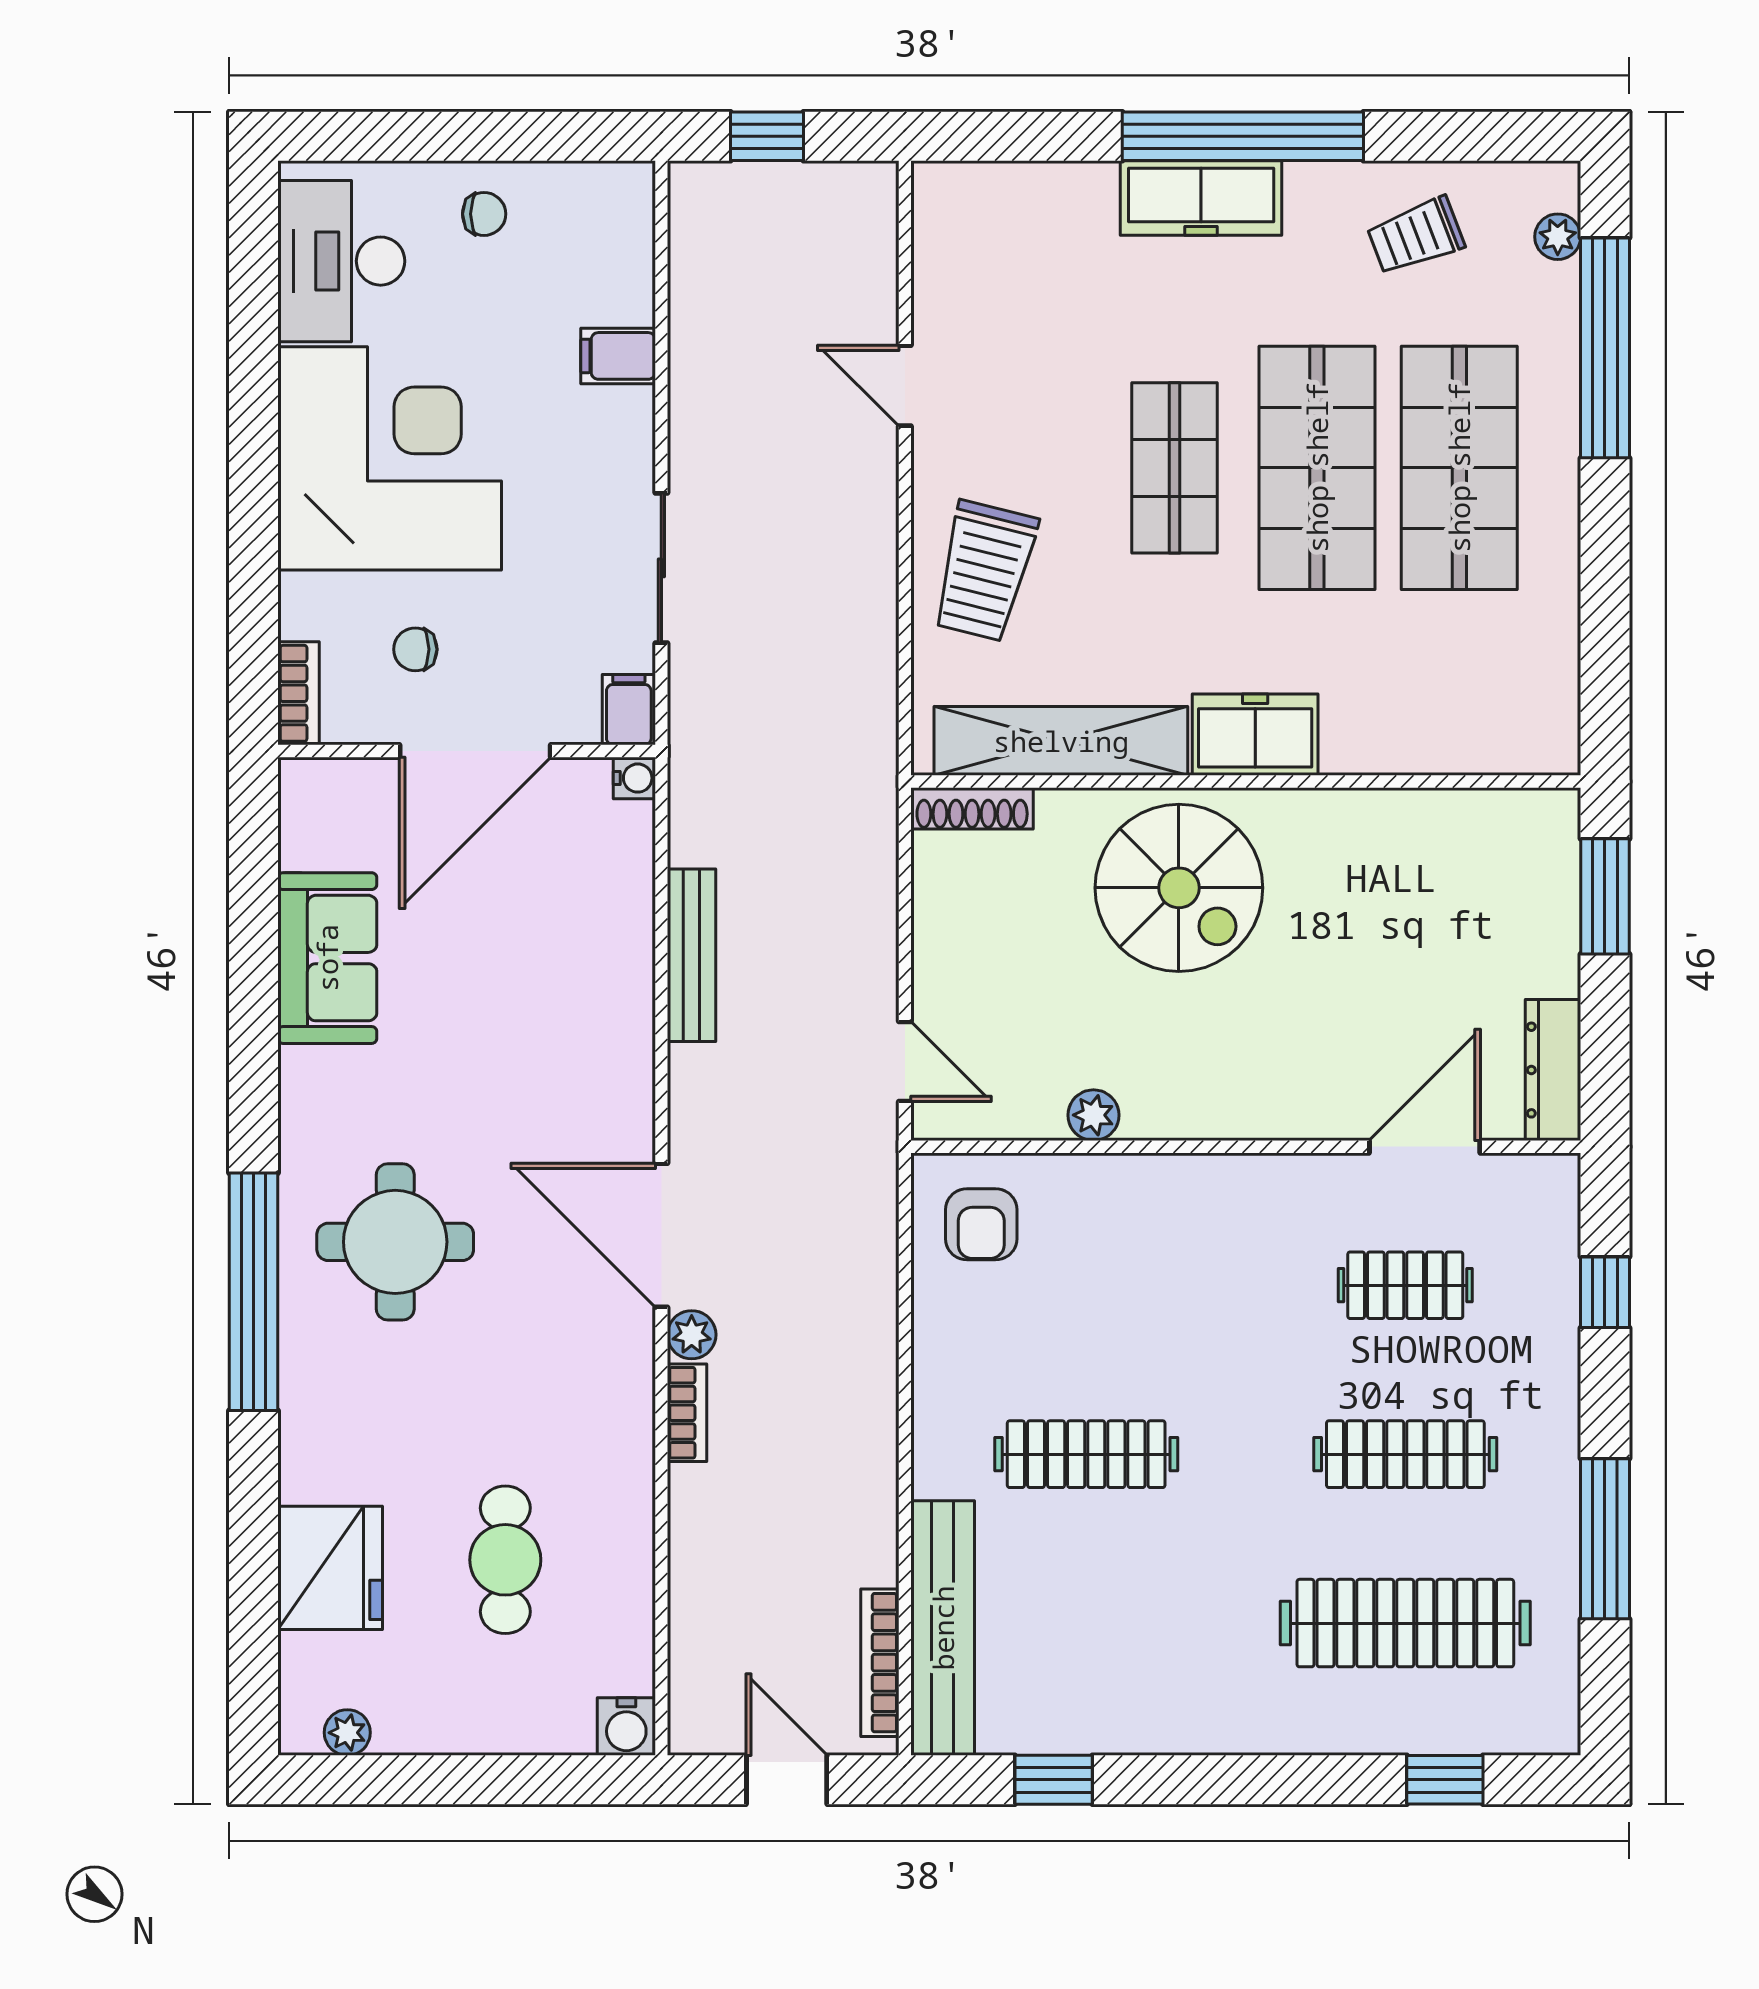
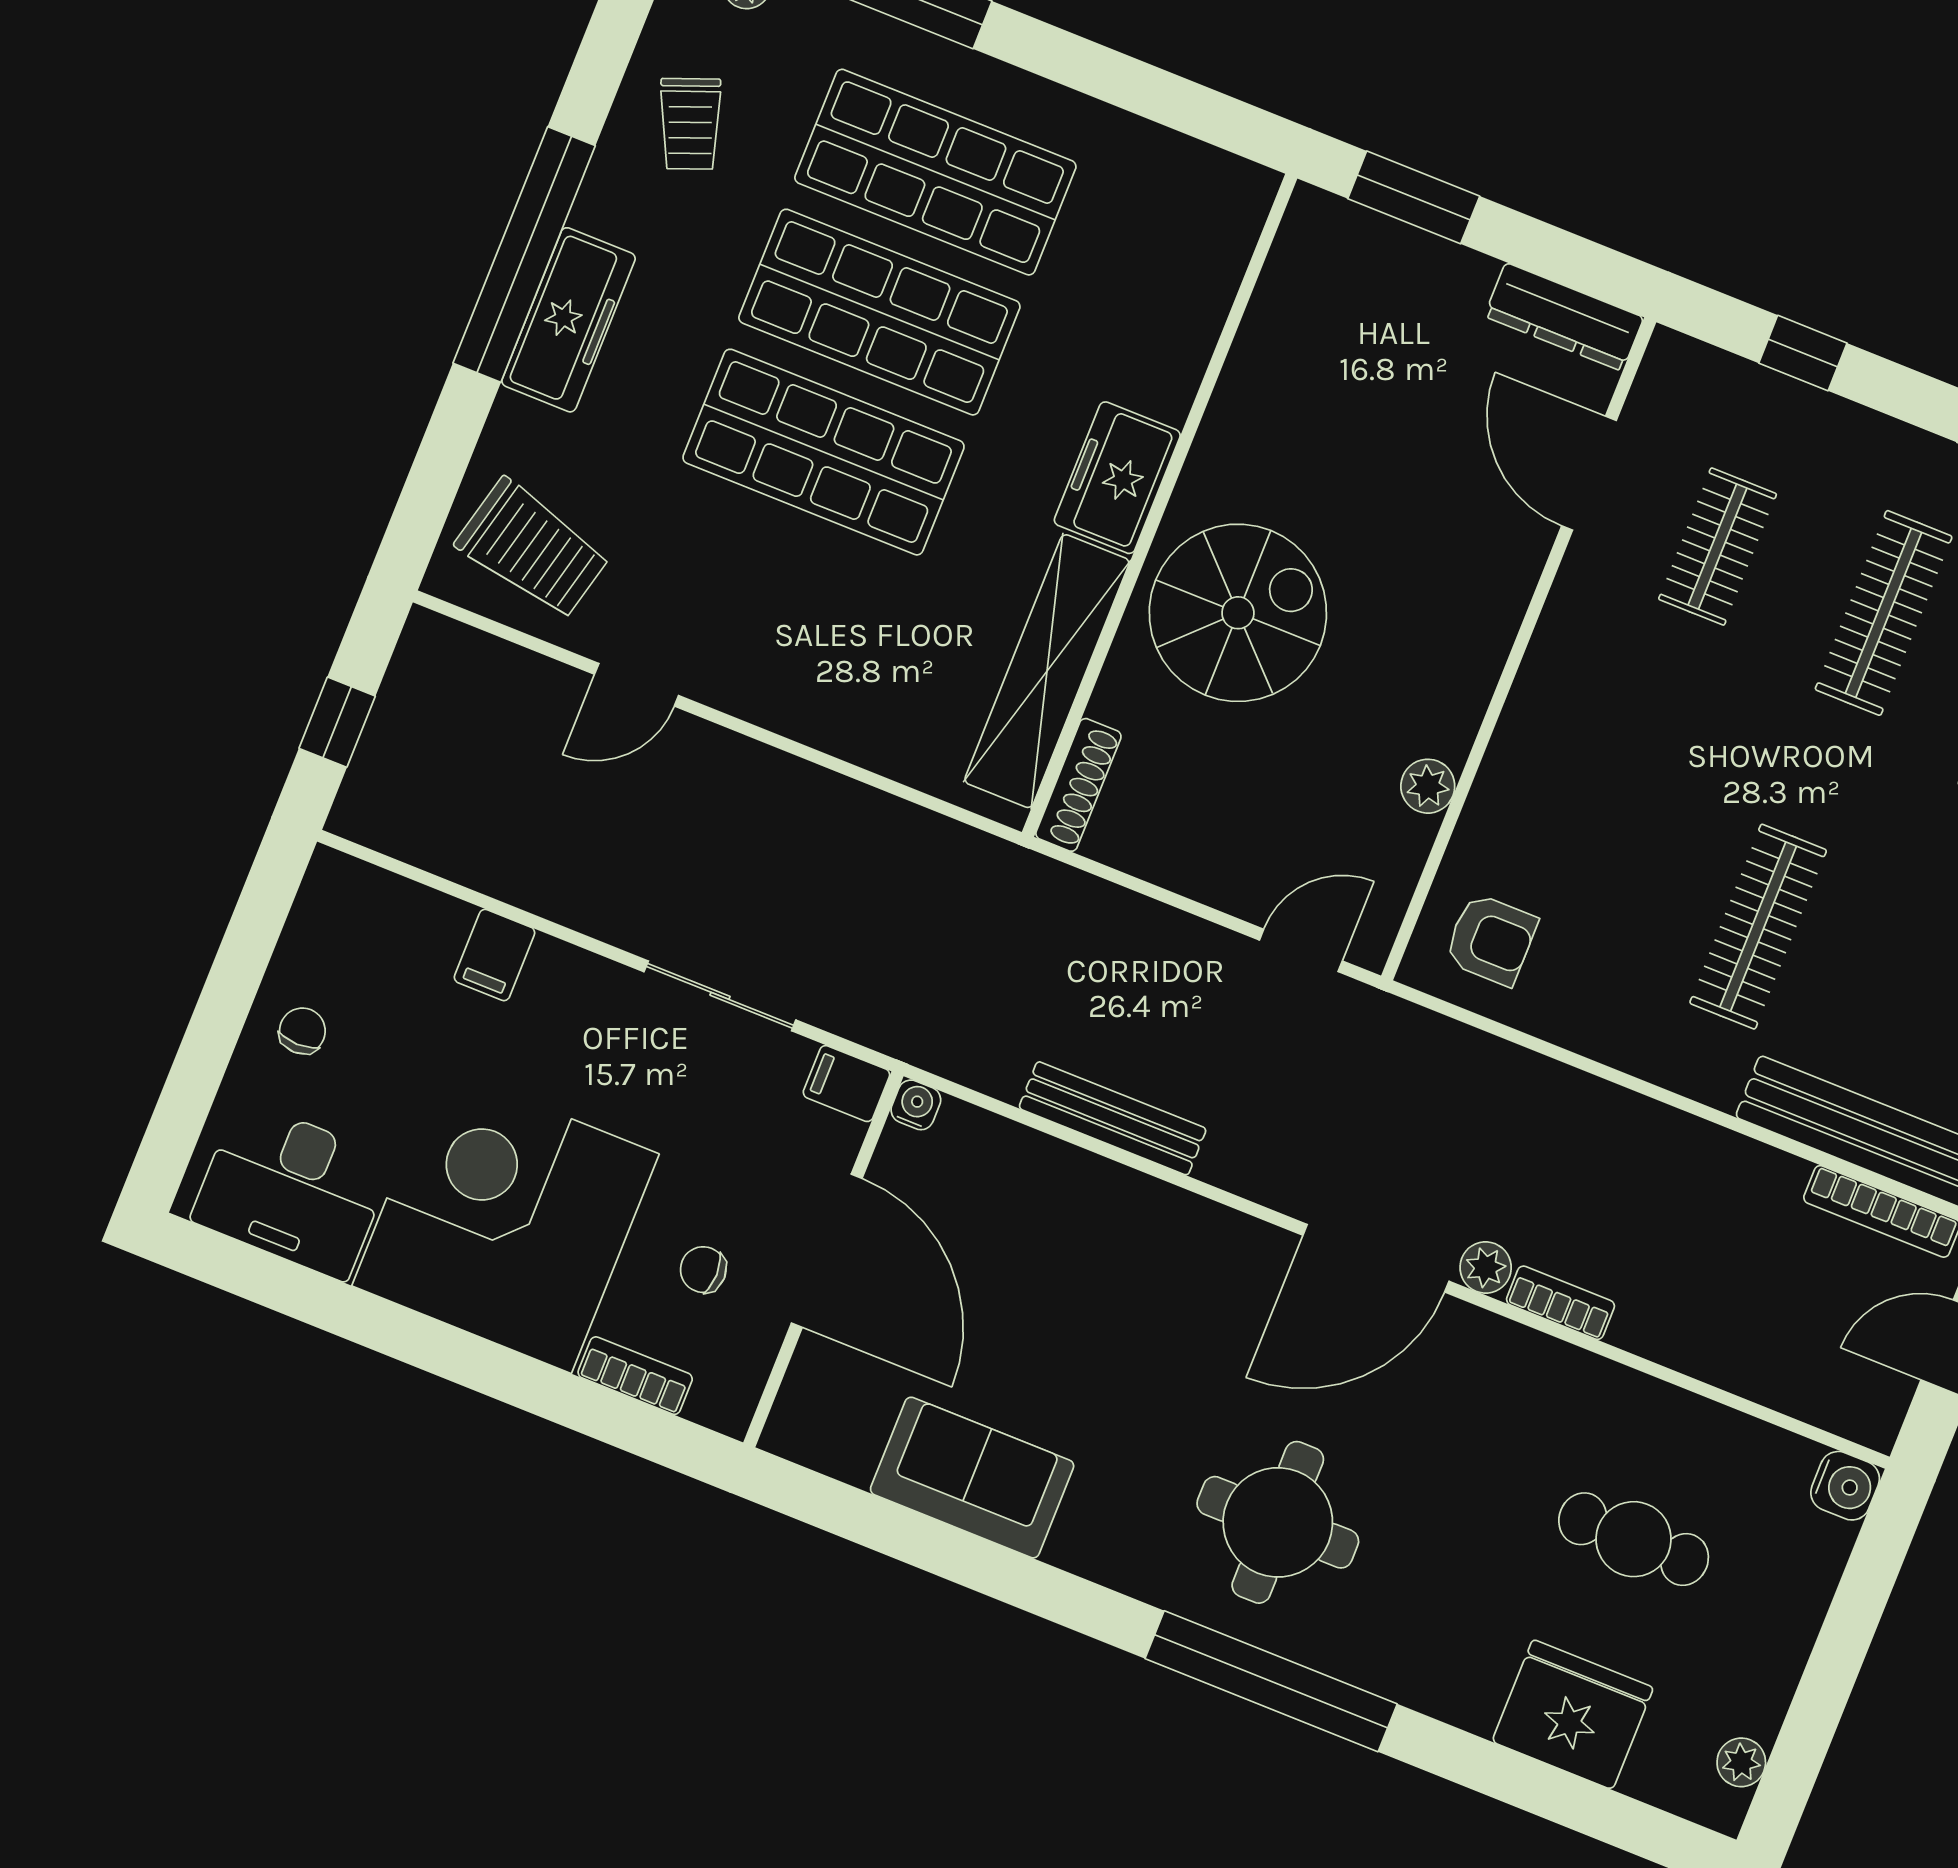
shop shelf: (1175, 468) -> (823, 452), width x1.43, depth x1.36
trolley: (984, 571) -> (533, 549), moved
chair: (415, 649) -> (703, 1270), turned 90
bookcase: (298, 693) -> (635, 1376), moved

